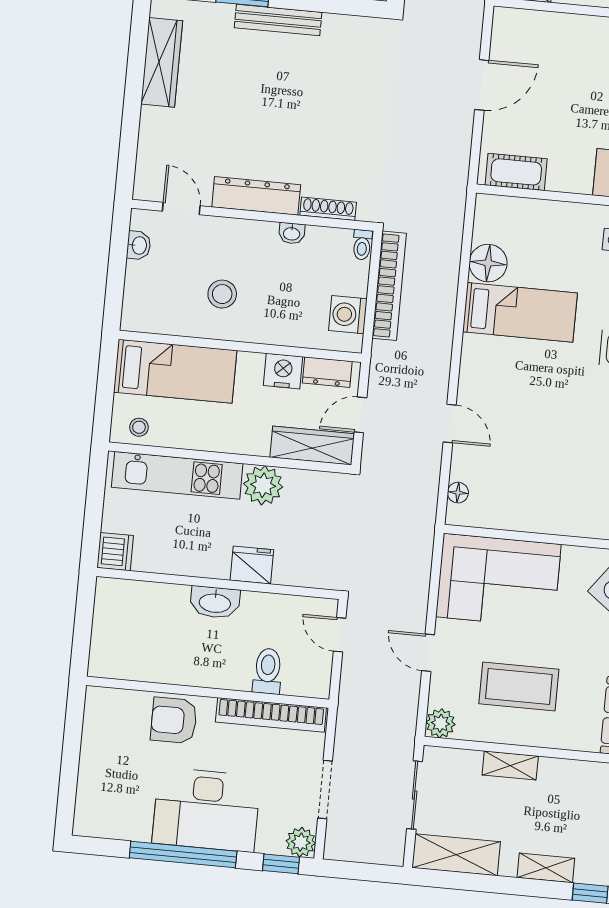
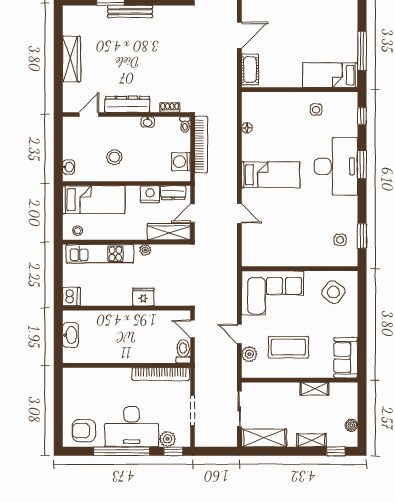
wardrobe: (162, 62) -> (71, 59), moved
cot: (516, 172) -> (250, 70), moved, turned 90
door: (181, 208) -> (89, 115), hinge flipped
shoe rack: (328, 209) -> (170, 107), width x0.70
washbasin: (139, 245) -> (69, 167), moved
floor lamp: (488, 263) -> (247, 128), width x0.53, depth x0.53
bed: (520, 312) -> (271, 175), moved
plant: (263, 485) -> (145, 250), width x0.53, depth x0.53
floor lamp: (458, 493) -> (247, 249), removed
washbasin: (215, 602) -> (70, 335), moved, turned -90
toilet: (268, 671) -> (183, 351), moved
armchair: (174, 720) -> (84, 431), moved
plant: (440, 723) -> (249, 354), moved
shelving: (510, 765) -> (314, 389), moved
plant: (301, 842) -> (167, 439), moved

